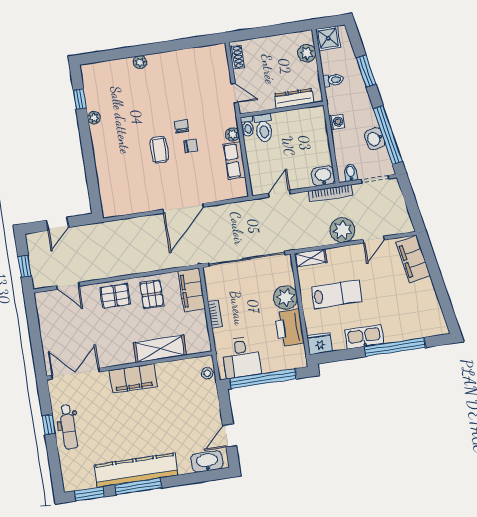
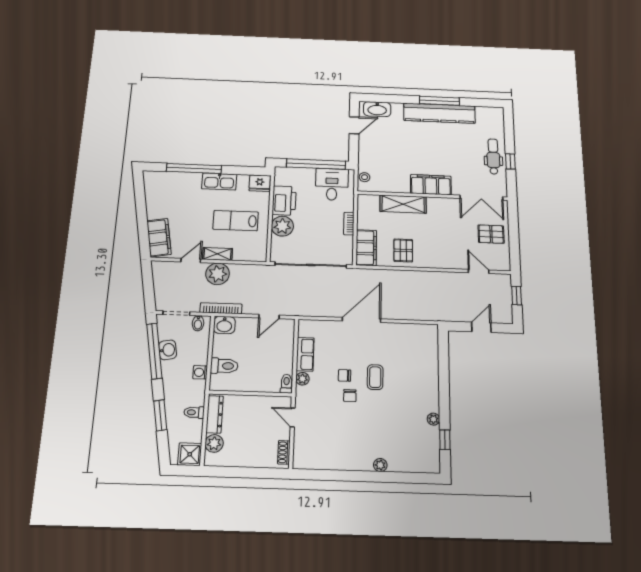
dresser: (294, 98) -> (215, 414), moved, turned -90
toilet: (264, 128) -> (224, 366), moved, turned 90
shelving: (311, 258) -> (218, 254), moved
pallet: (115, 296) -> (491, 234), moved
window: (89, 494) -> (482, 103), removed

